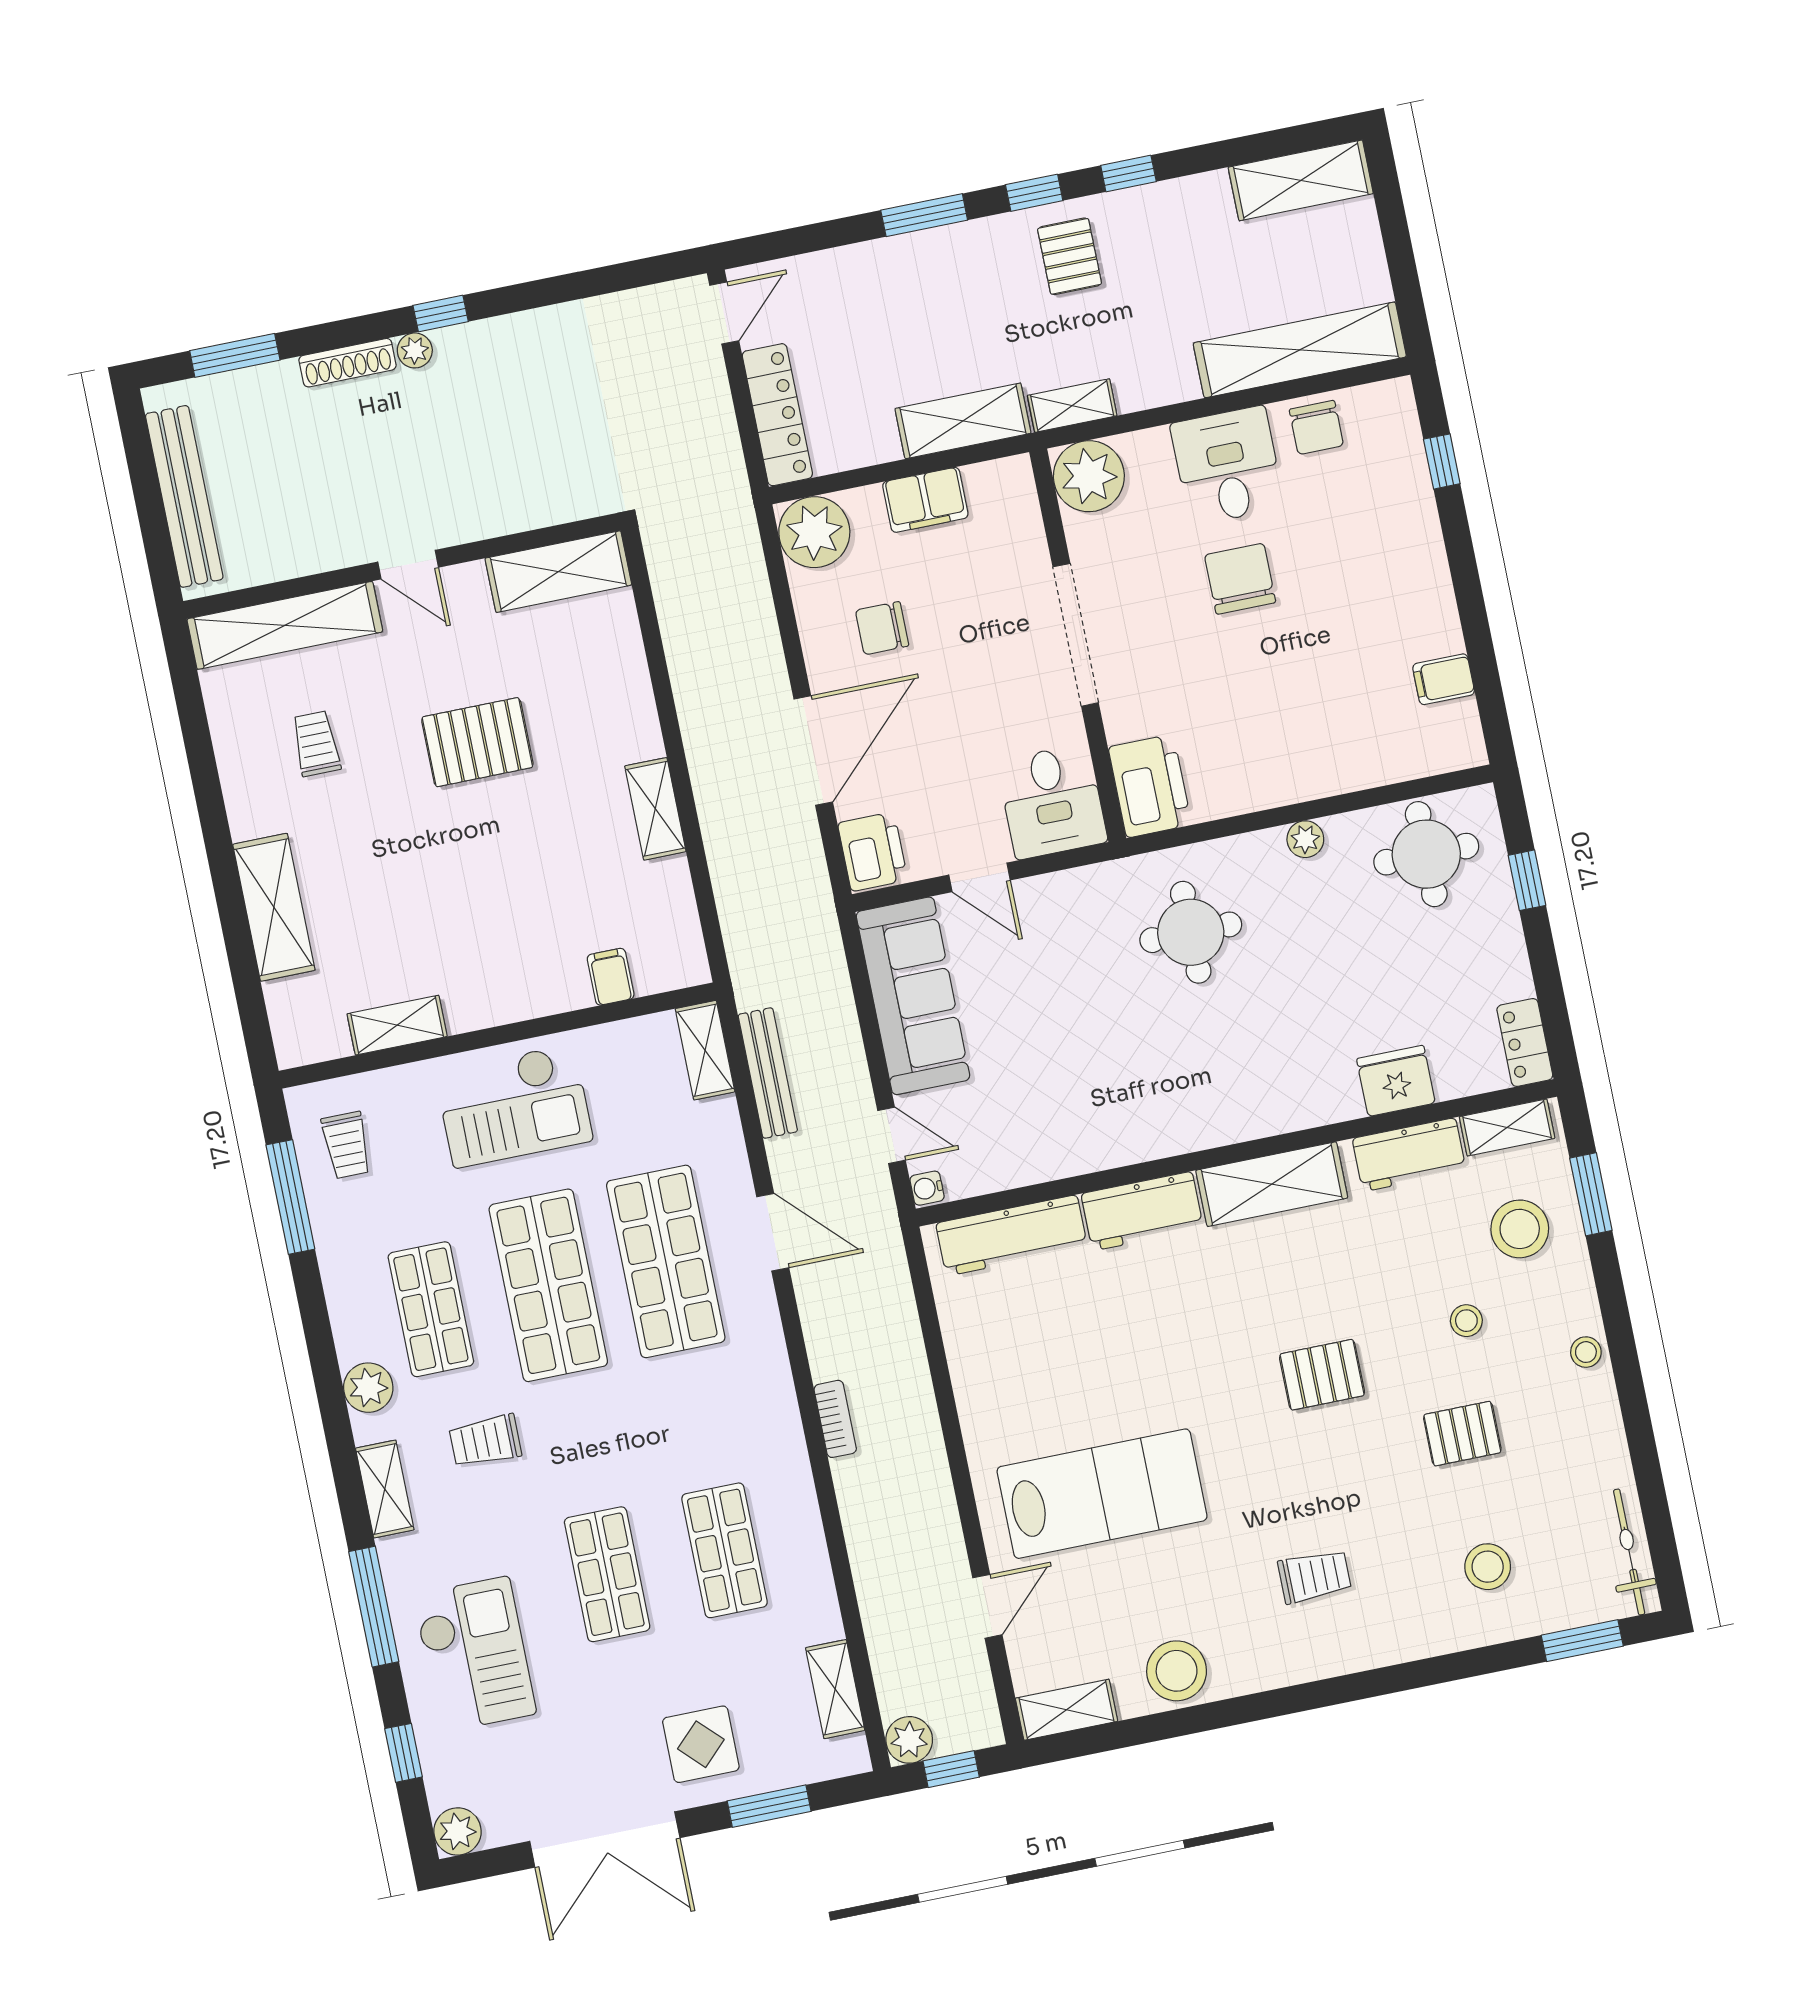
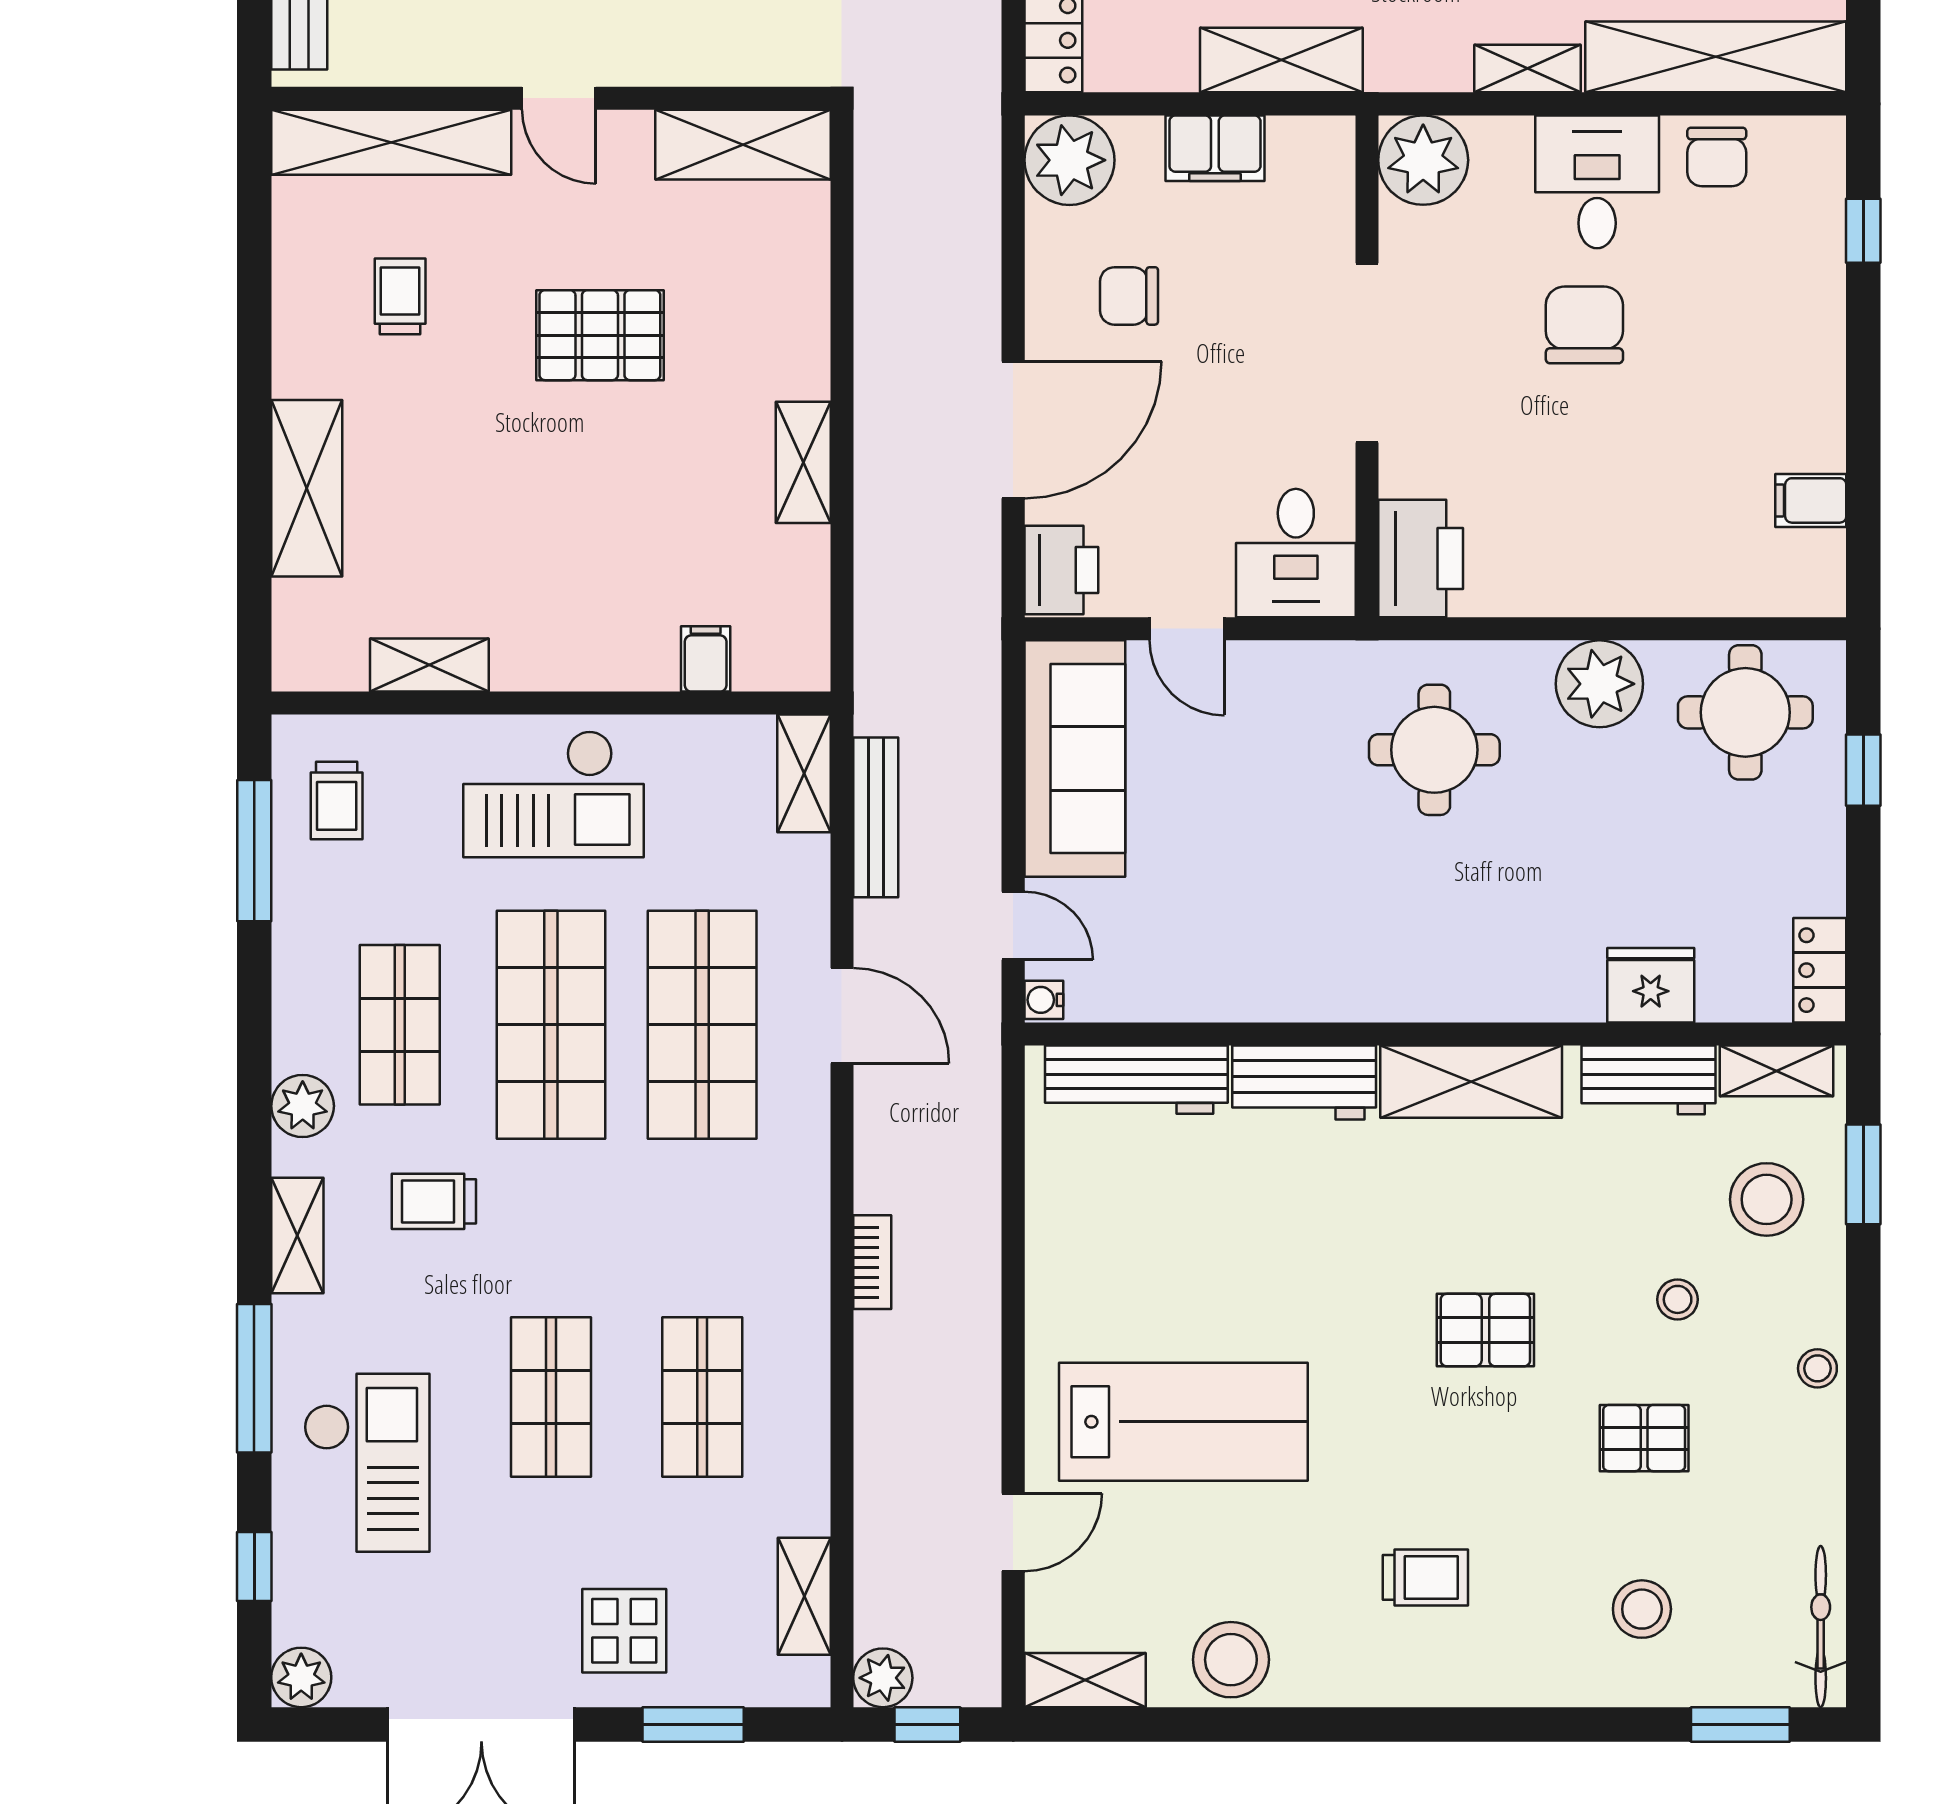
shelving: (1072, 406) -> (1528, 69), moved
plant: (1305, 839) -> (1599, 684), width x1.87, depth x1.87

